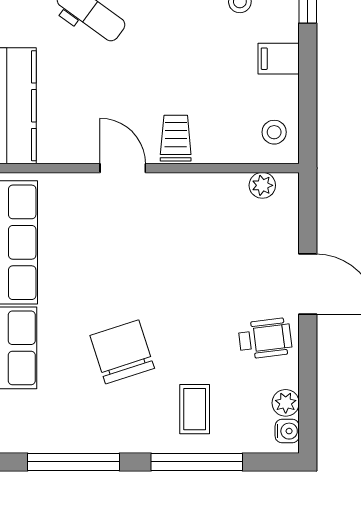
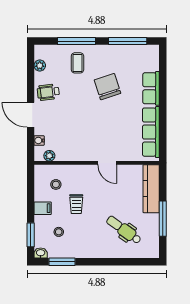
stool: (274, 132) -> (56, 184), moved
trolley: (176, 138) -> (76, 204), moved
chair: (122, 352) -> (107, 87), turned 180
water cooler: (287, 431) -> (39, 140), moved

